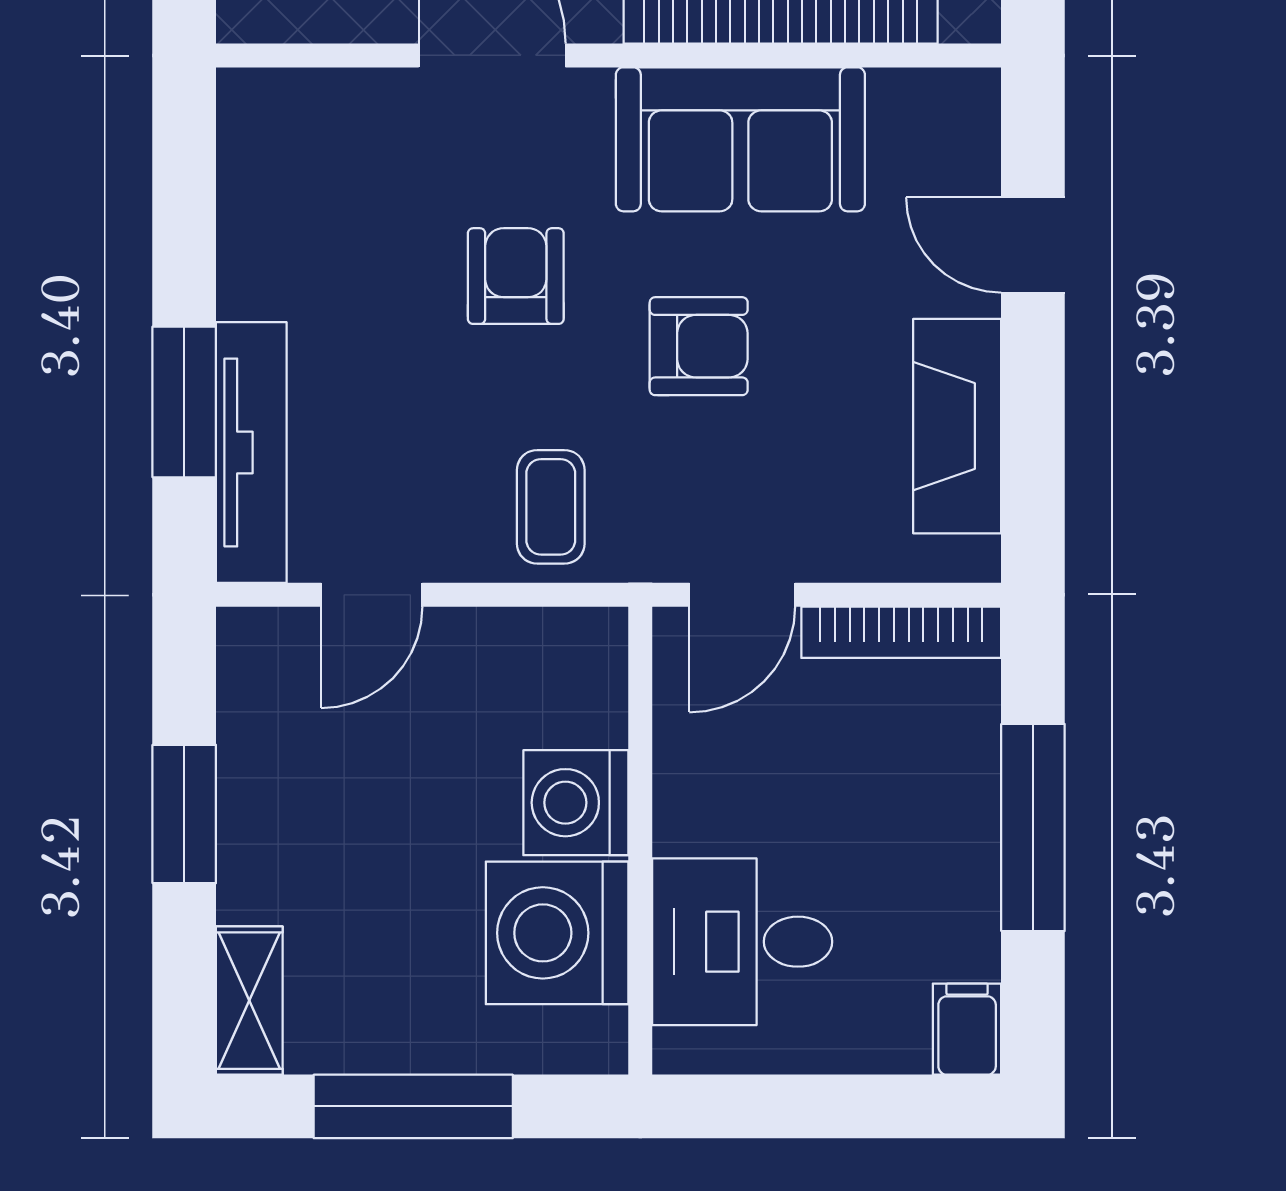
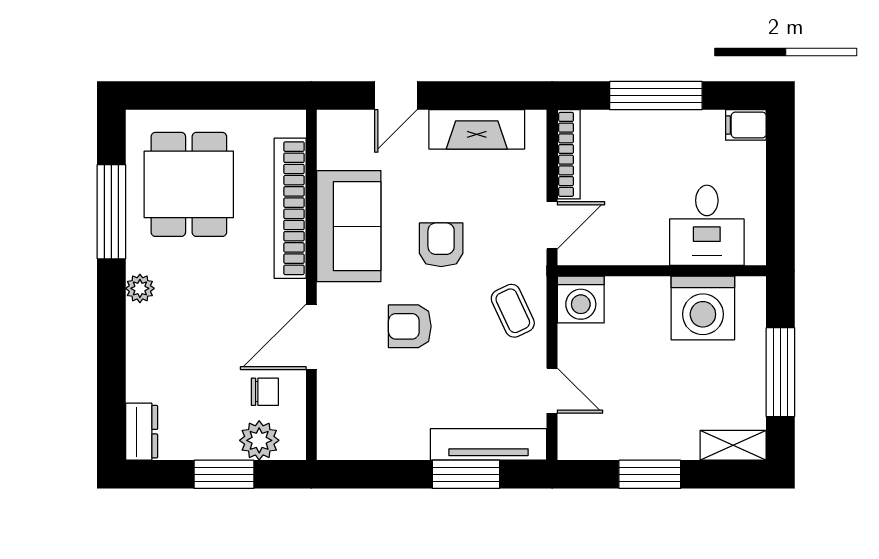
coffee table: (551, 507) -> (513, 311), turned 65
door: (742, 595) -> (552, 225), hinge flipped
washing machine: (576, 803) -> (581, 300), moved

